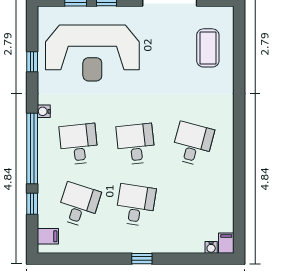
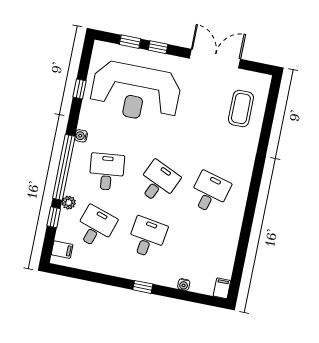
desk: (136, 144) -> (158, 182), turned 30
plant: (45, 185) -> (69, 203), added
water cooler: (211, 247) -> (184, 285), moved

